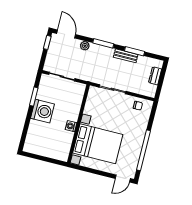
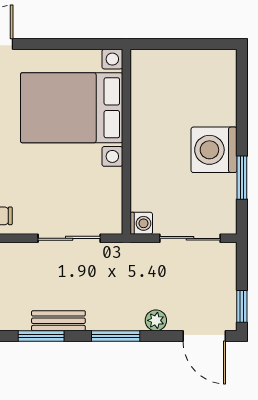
washing machine: (71, 126) -> (141, 223), moved

